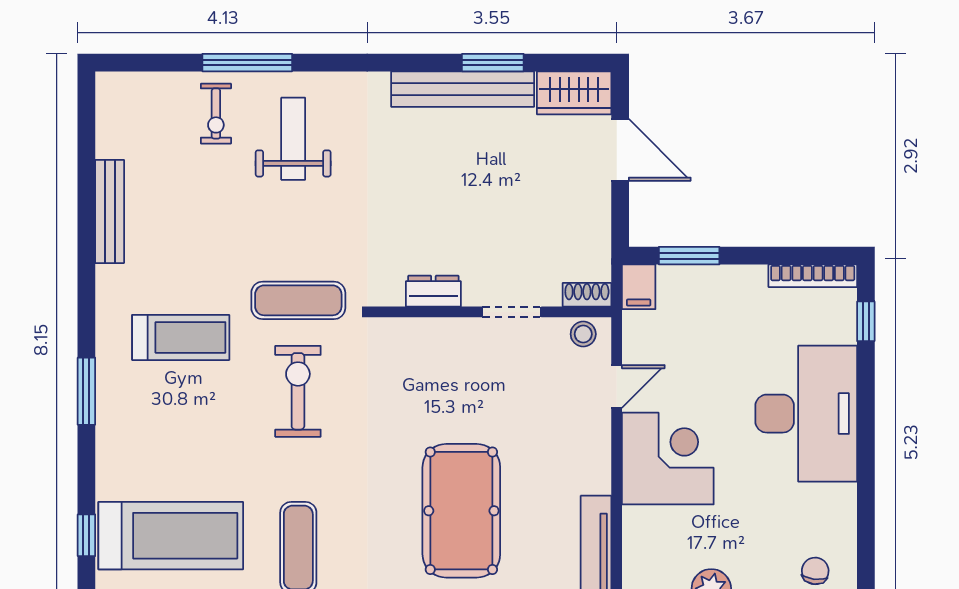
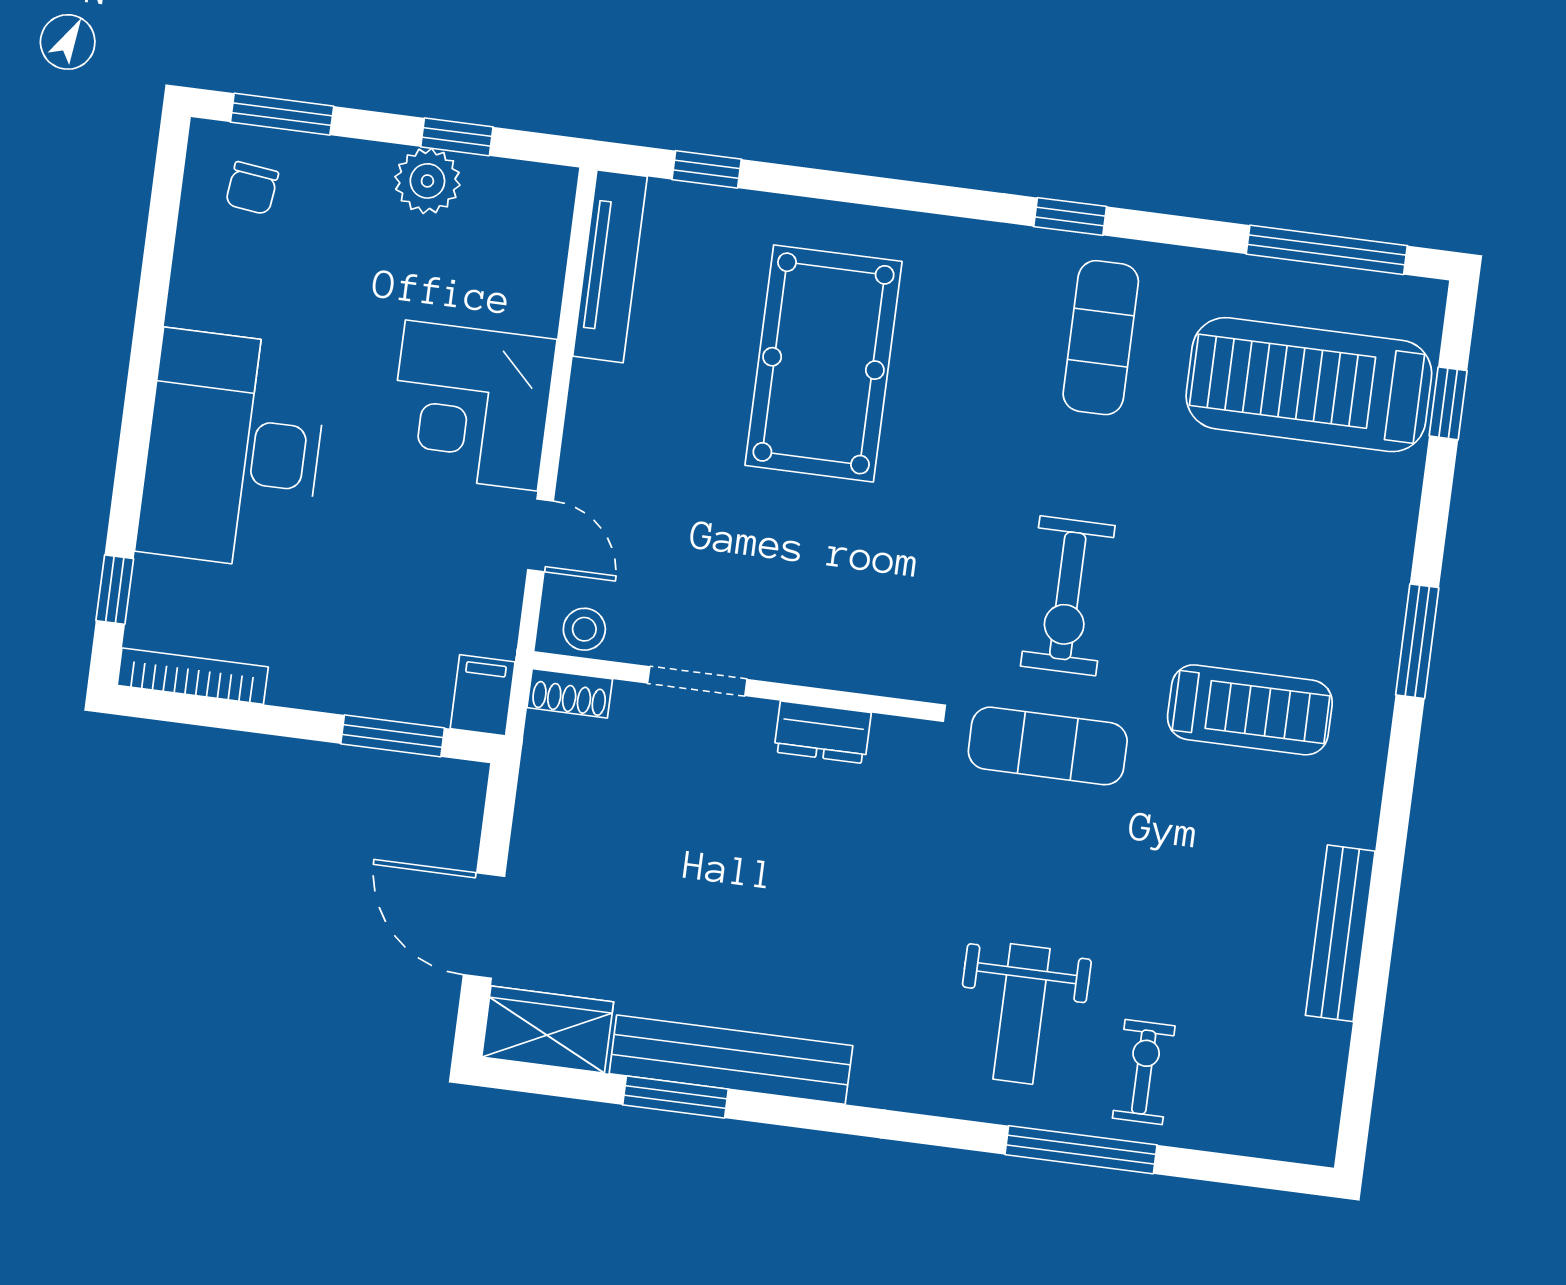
treadmill: (181, 337) -> (1250, 710), turned 180
door: (617, 387) -> (541, 535), swing flipped

